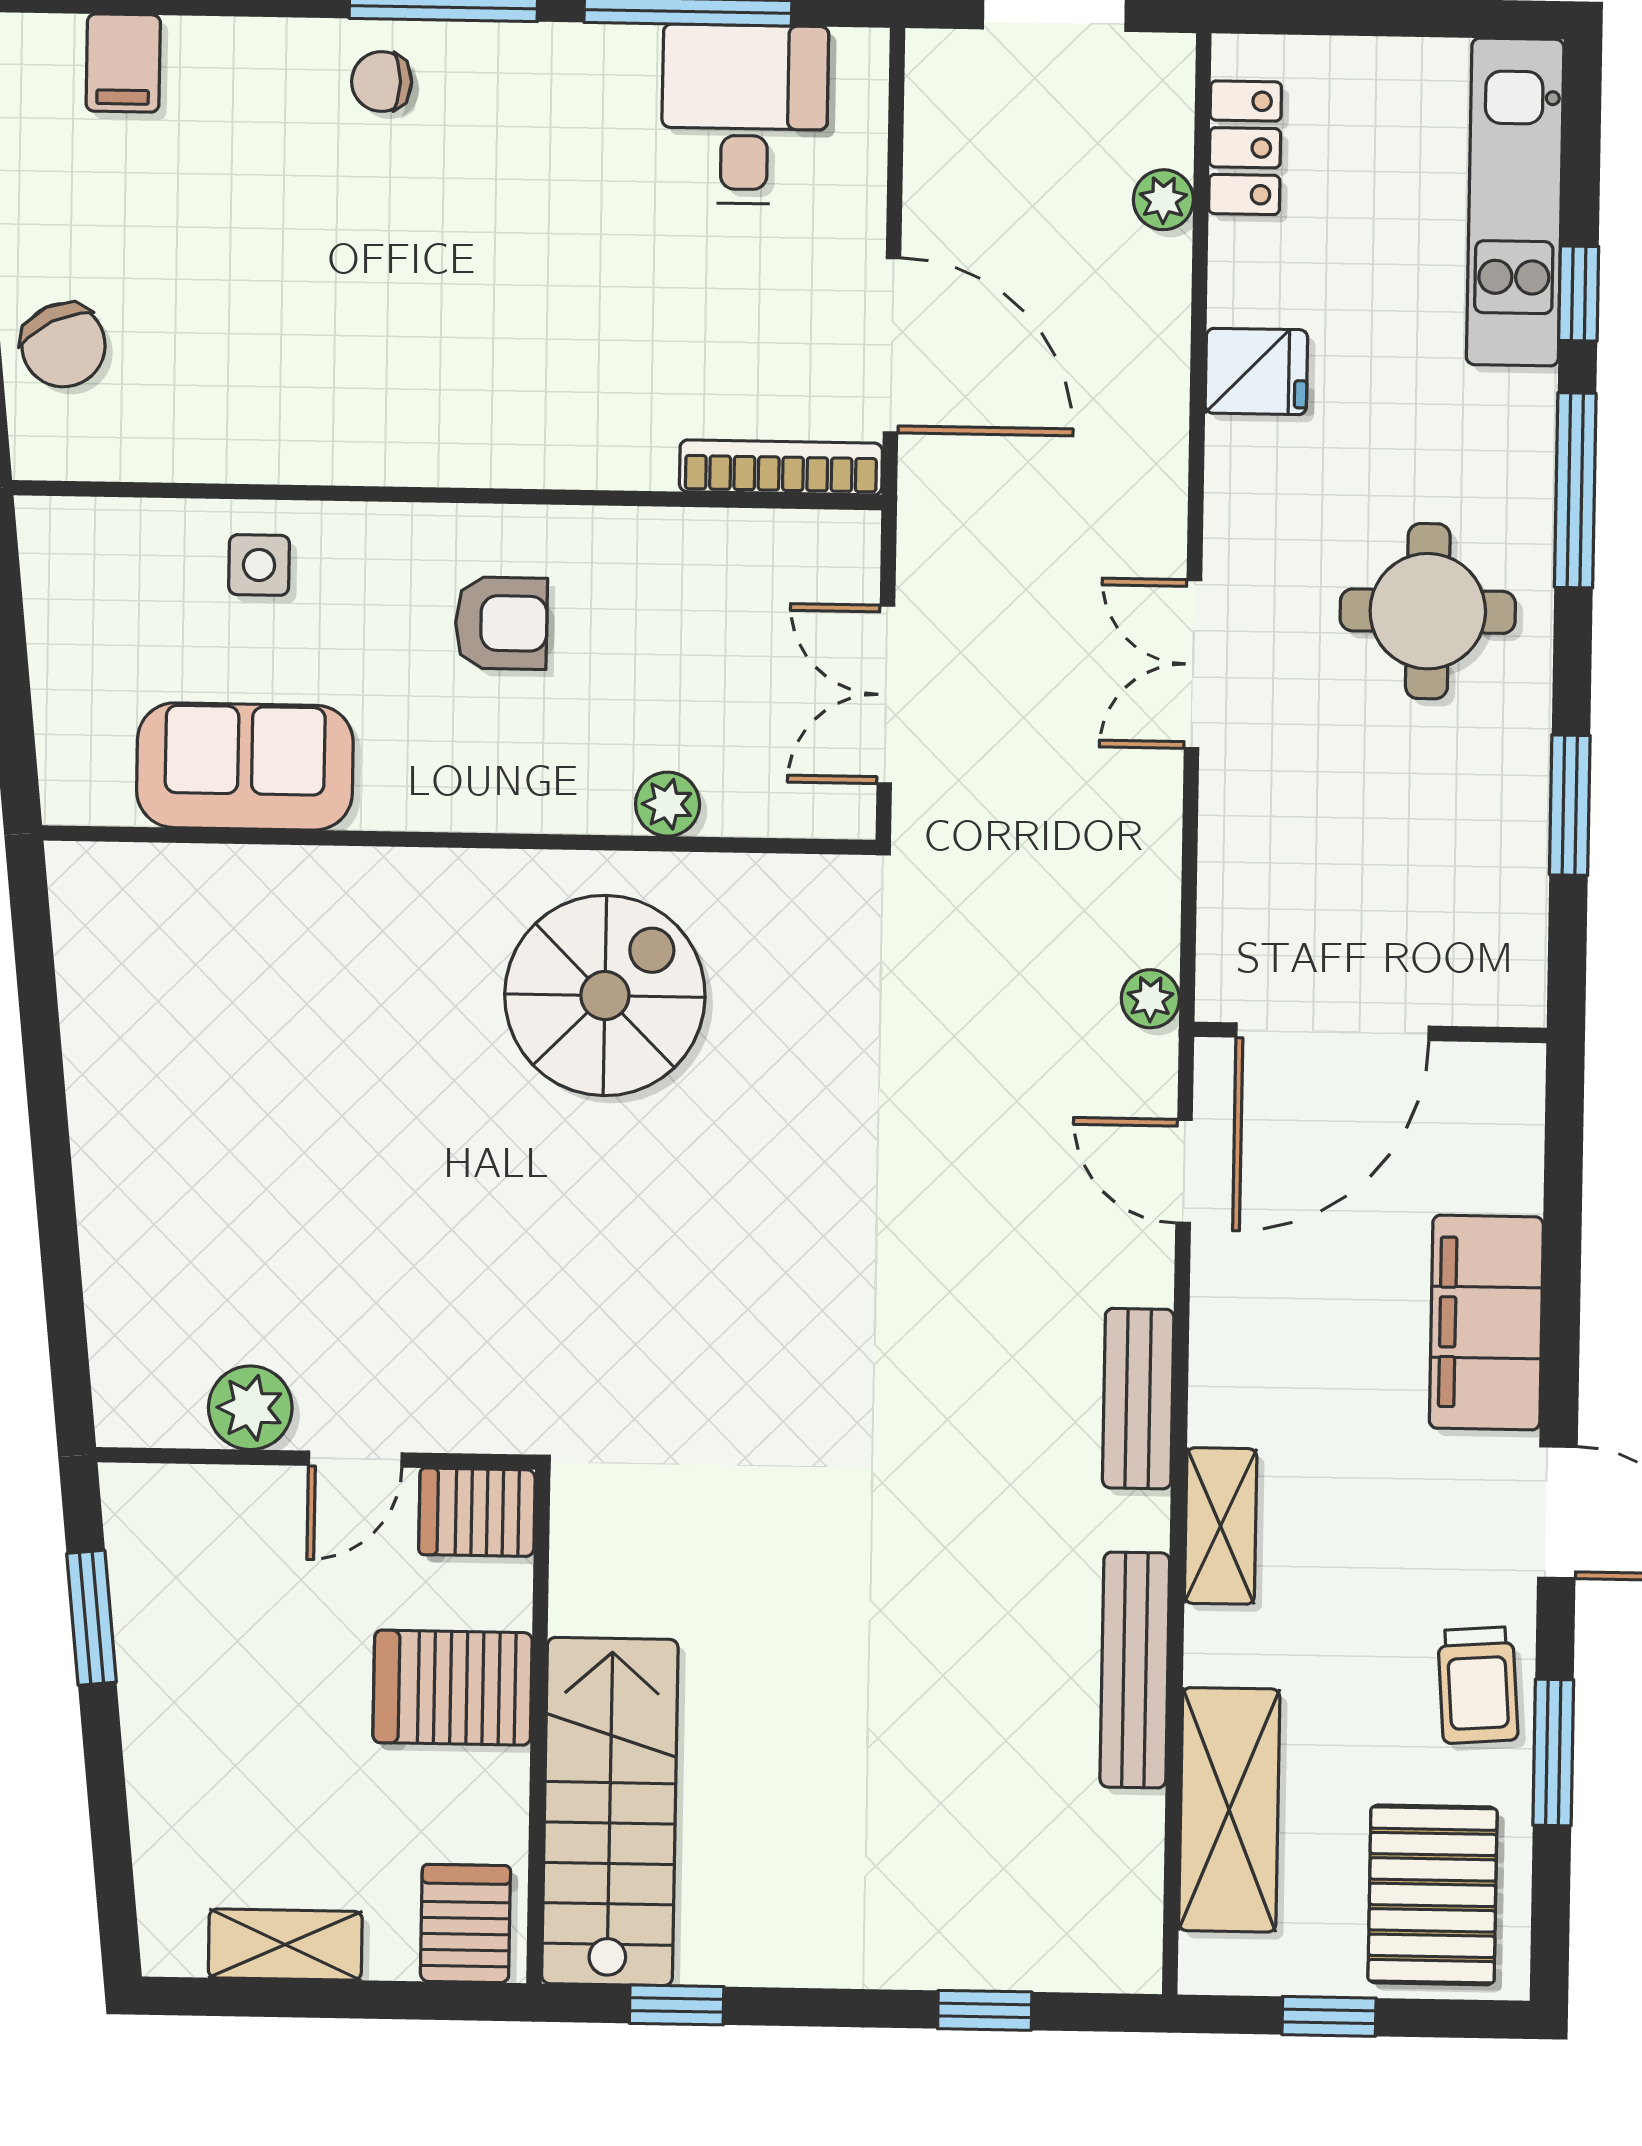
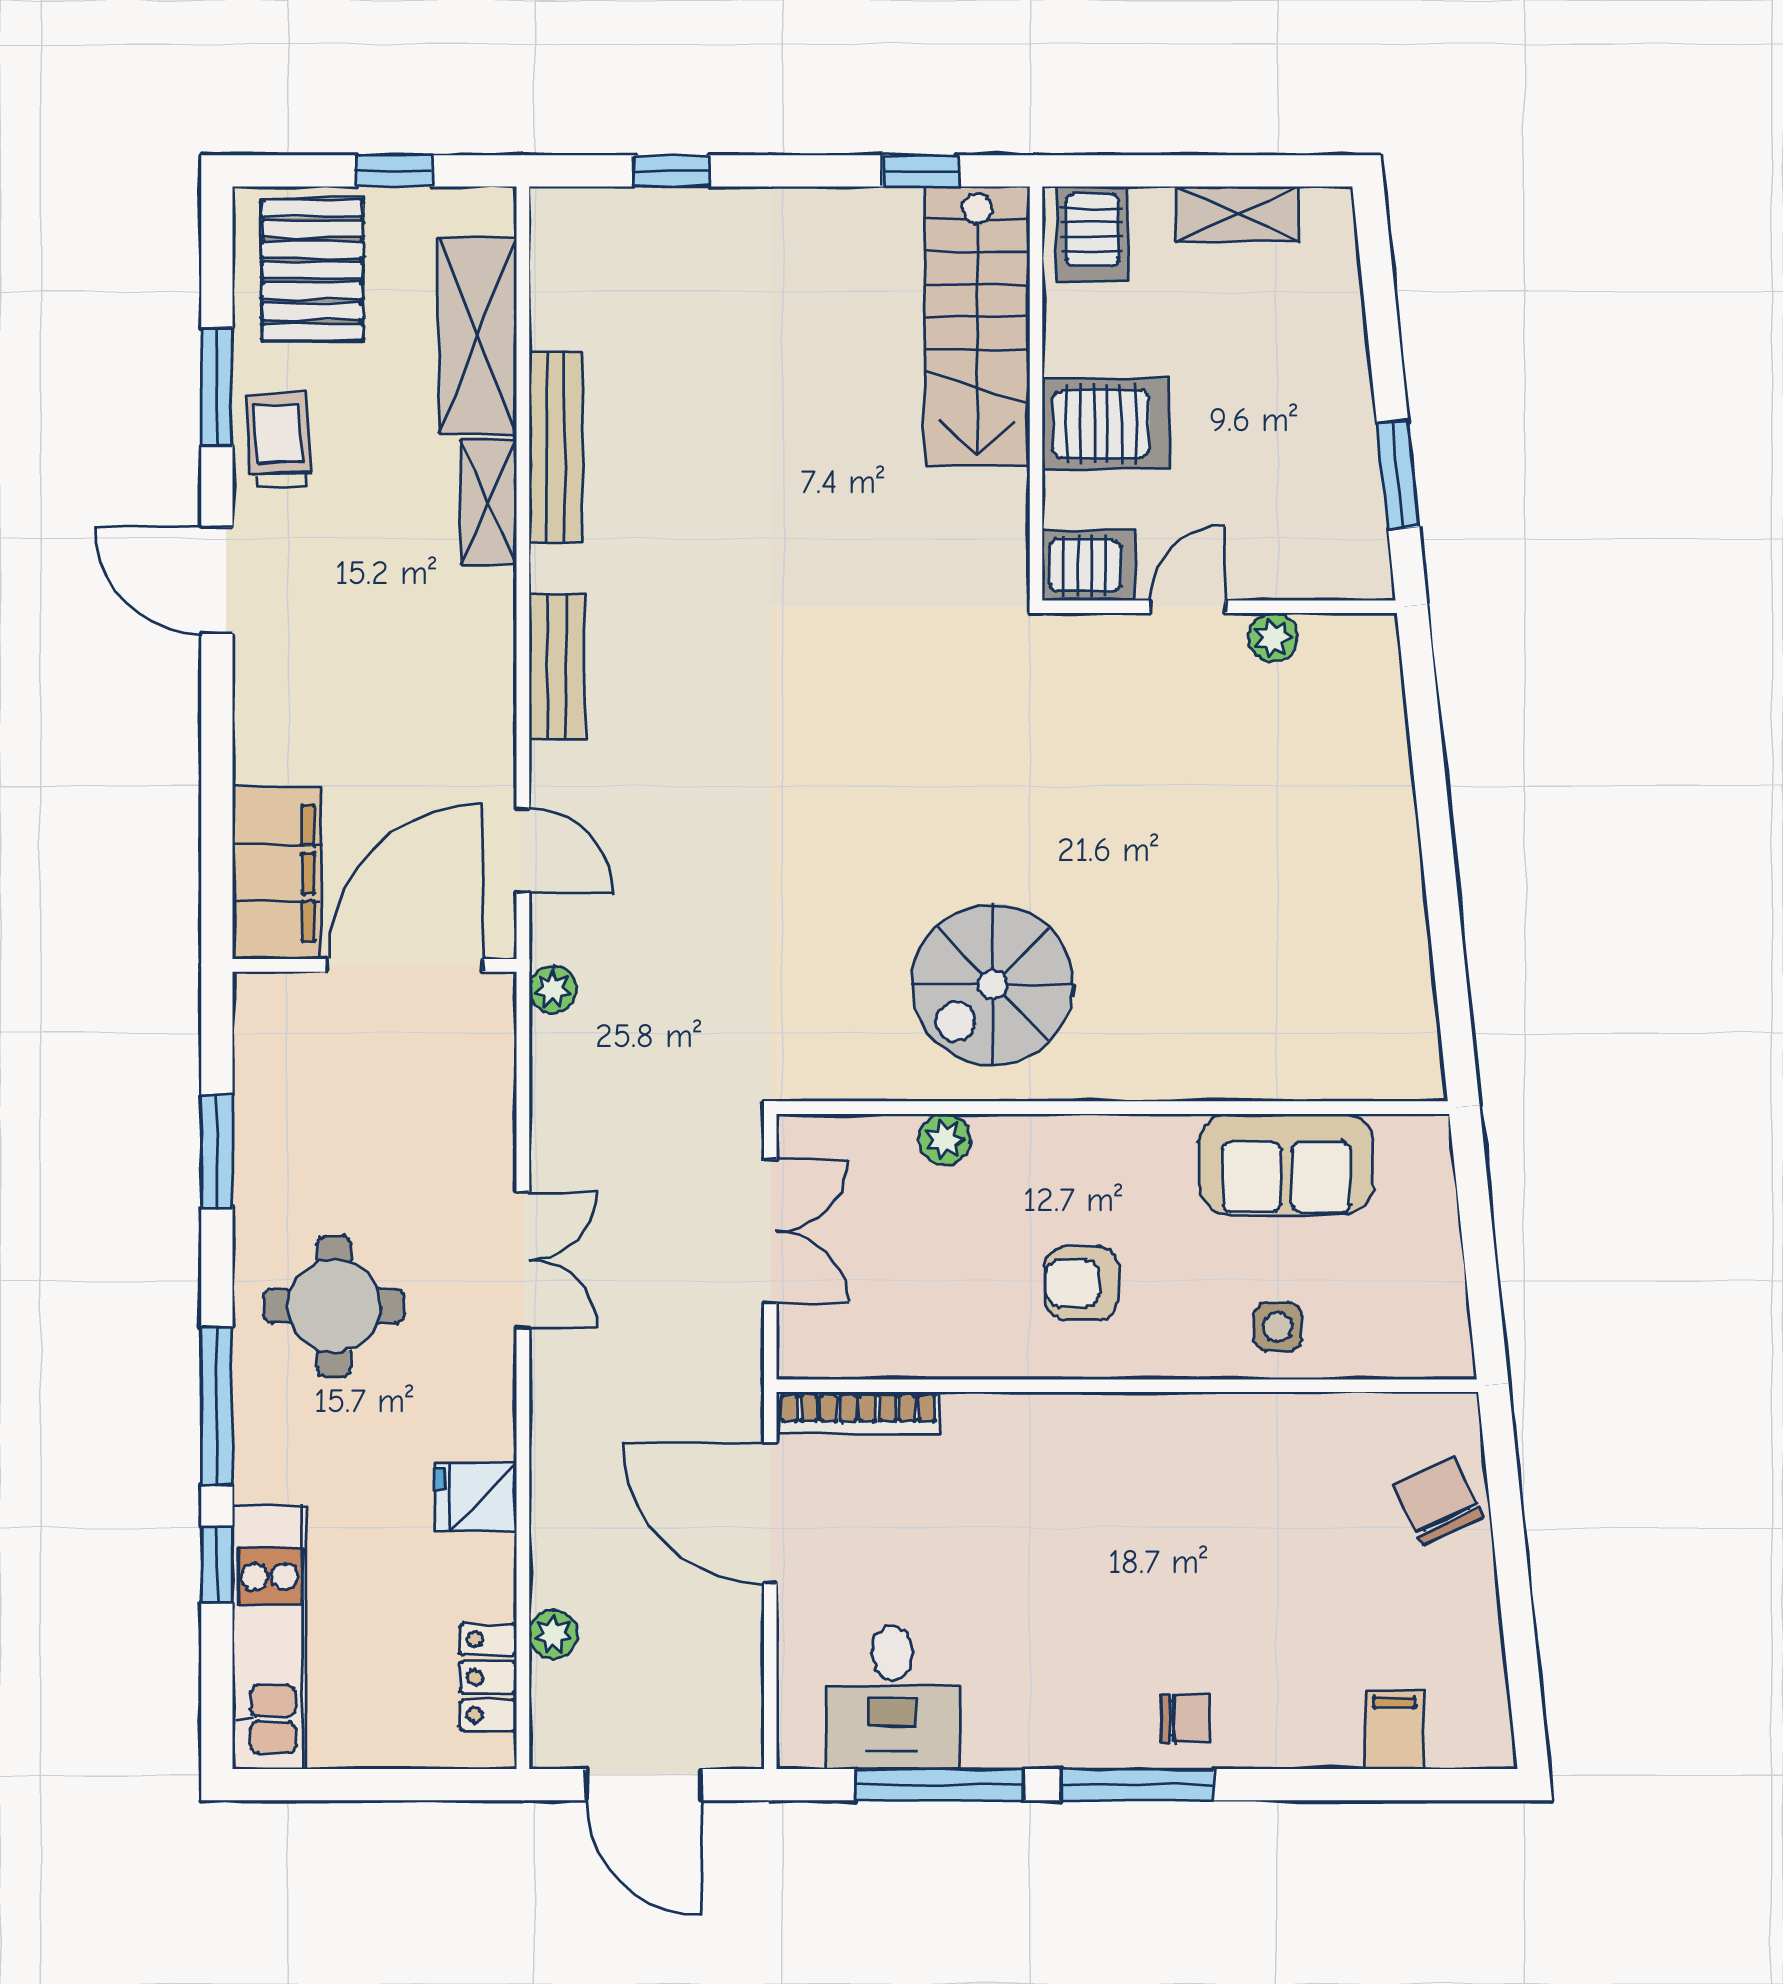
filing cabinet: (1486, 1323) -> (277, 873), moved
plant: (250, 1408) -> (1273, 637), width x0.73, depth x0.73
shelving: (1221, 1526) -> (488, 502), moved

